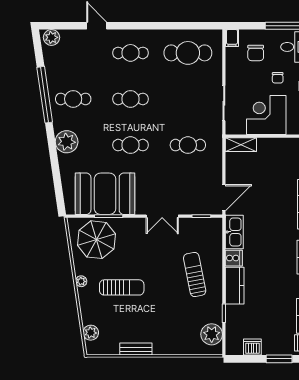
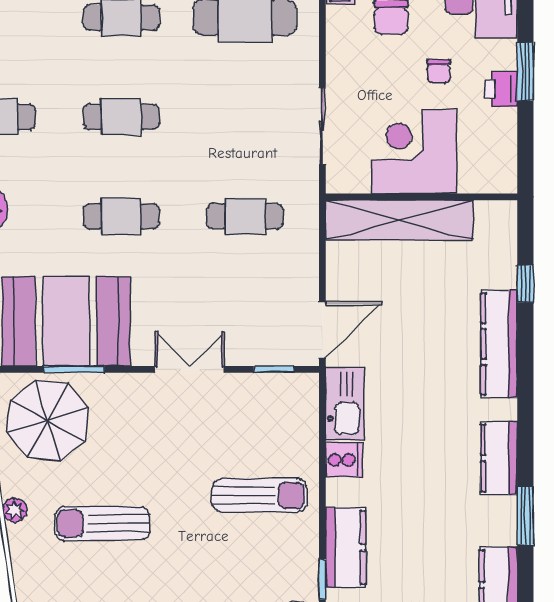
shelving: (241, 145) -> (400, 220), width x2.20, depth x1.33
double door: (162, 216) -> (190, 369), swing flipped
sun lounger: (195, 274) -> (260, 495), turned 101
kitchen counter: (235, 286) -> (346, 547), moved
sun lounger: (122, 287) -> (102, 523), turned 180

